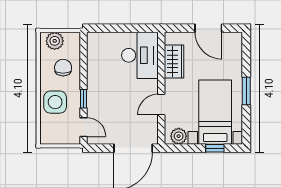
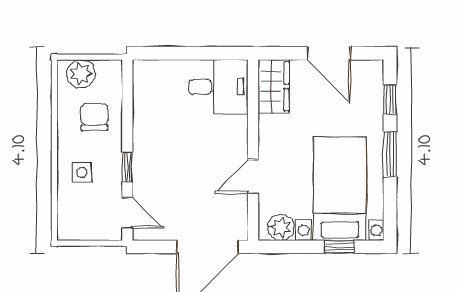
desk: (140, 55) -> (218, 87), width x0.73
window: (246, 57) -> (390, 100), added
wardrobe: (174, 62) -> (274, 86), moved
side table: (55, 102) -> (82, 173), width x0.54, depth x0.54

